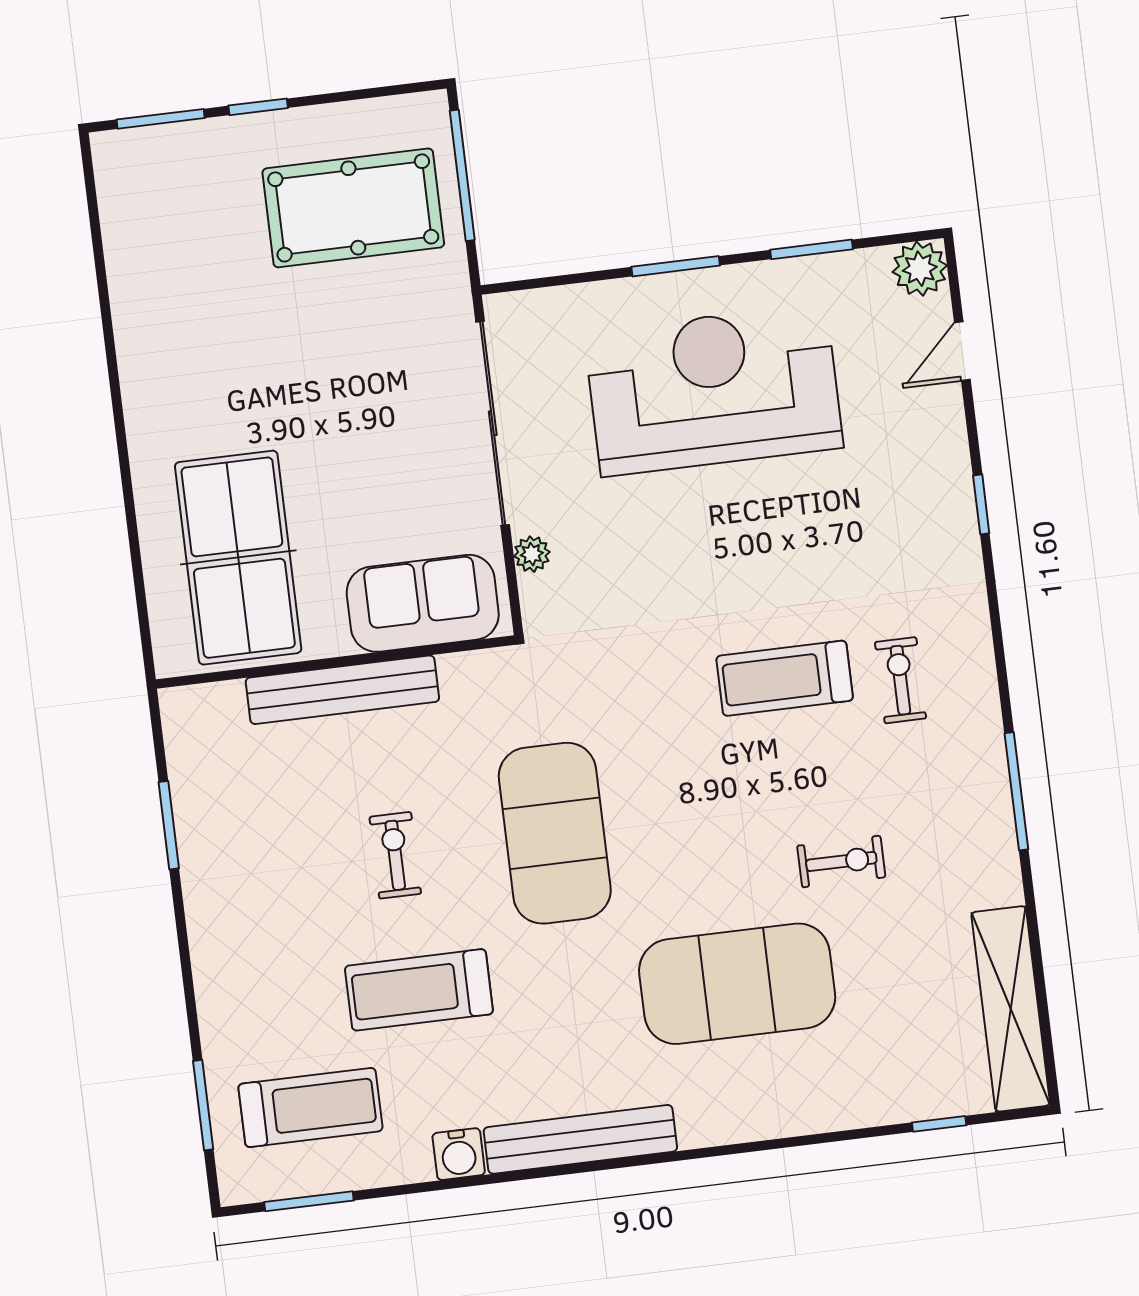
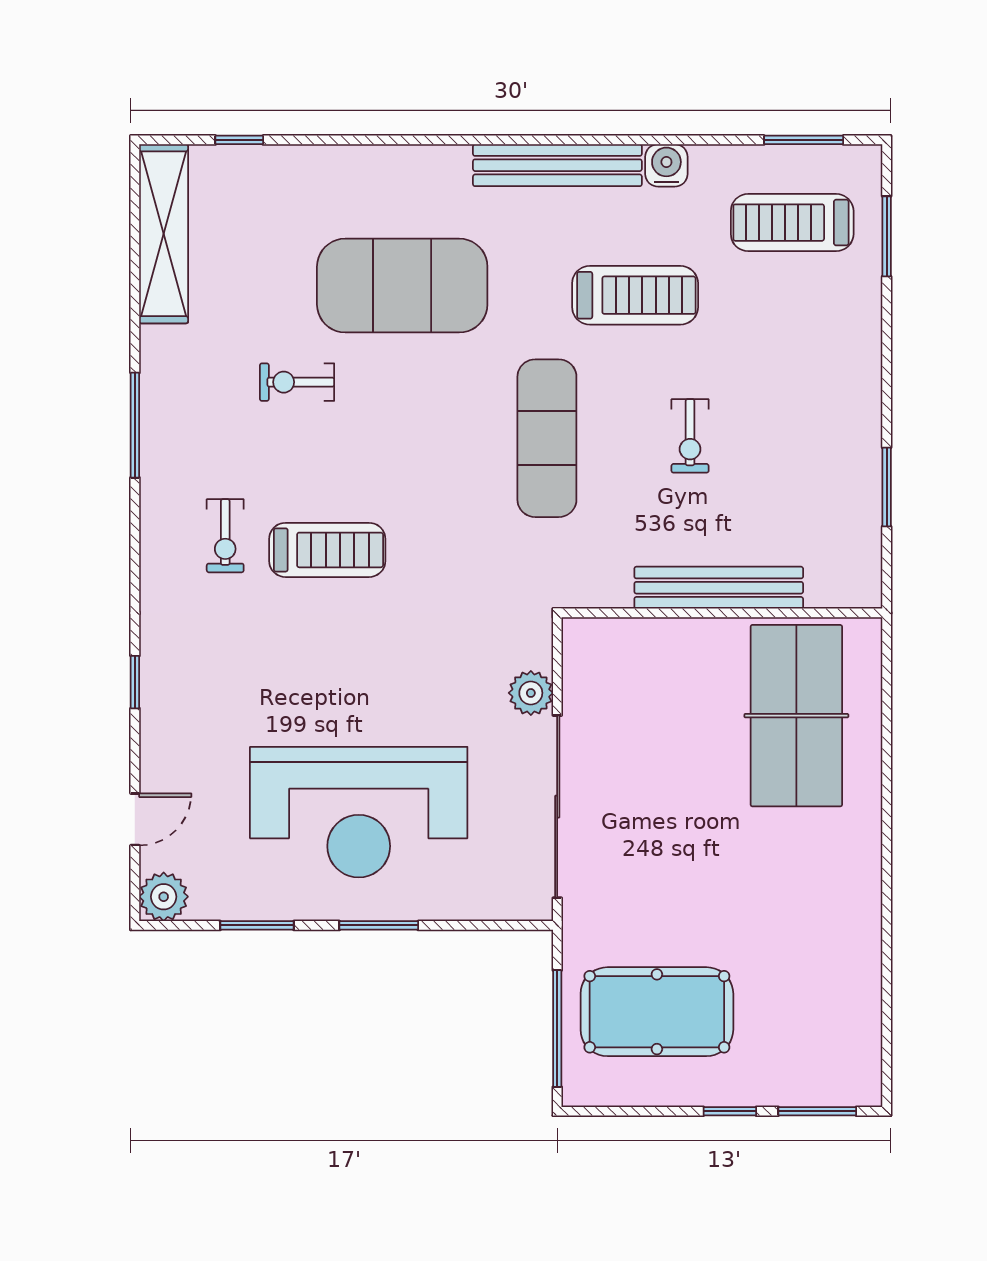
plant: (532, 554) -> (531, 693), width x1.38, depth x1.38
sofa: (423, 603) -> (638, 655), removed
exercise mat: (555, 833) -> (547, 438), width x0.68
treadmill: (419, 990) -> (635, 295), moved

